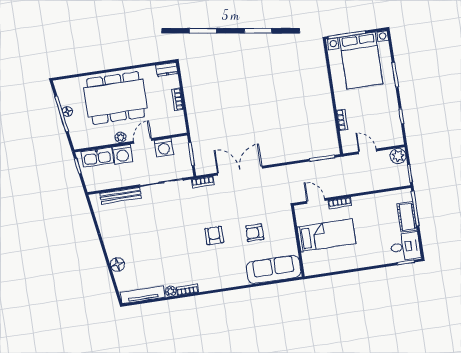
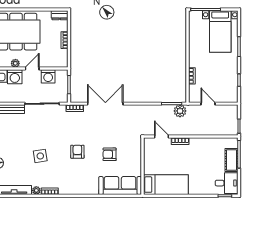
bed with nightstands: (361, 61) -> (220, 31), width x0.73
plant: (398, 156) -> (180, 111), moved
bed: (327, 235) -> (166, 185), moved
side table: (169, 248) -> (40, 156), added

